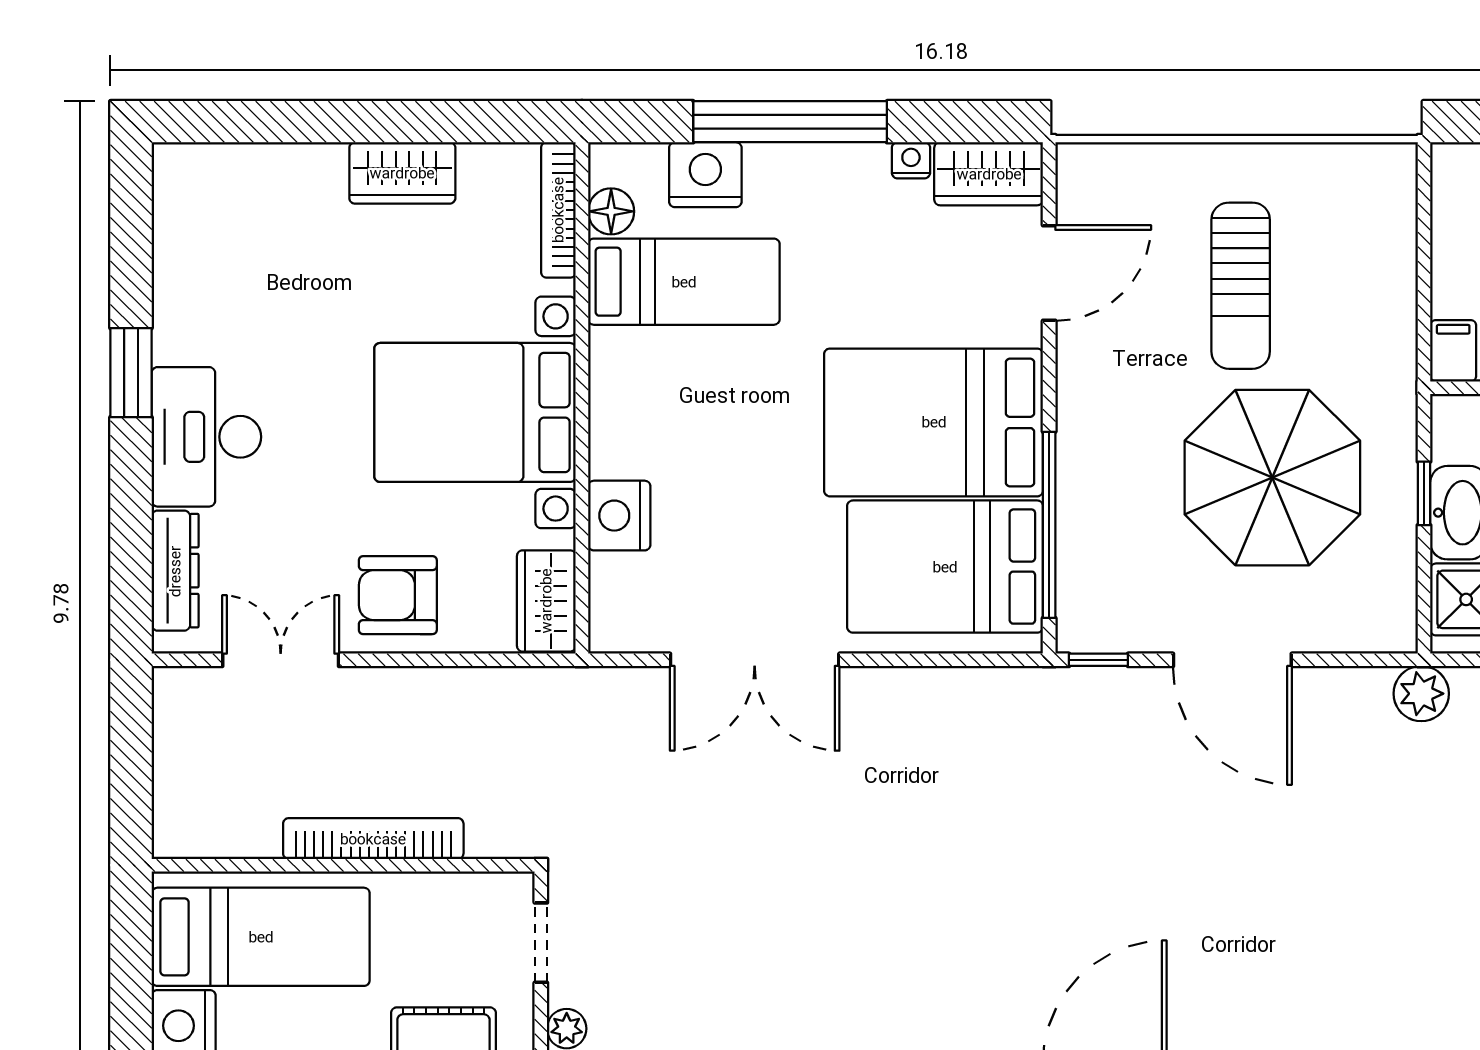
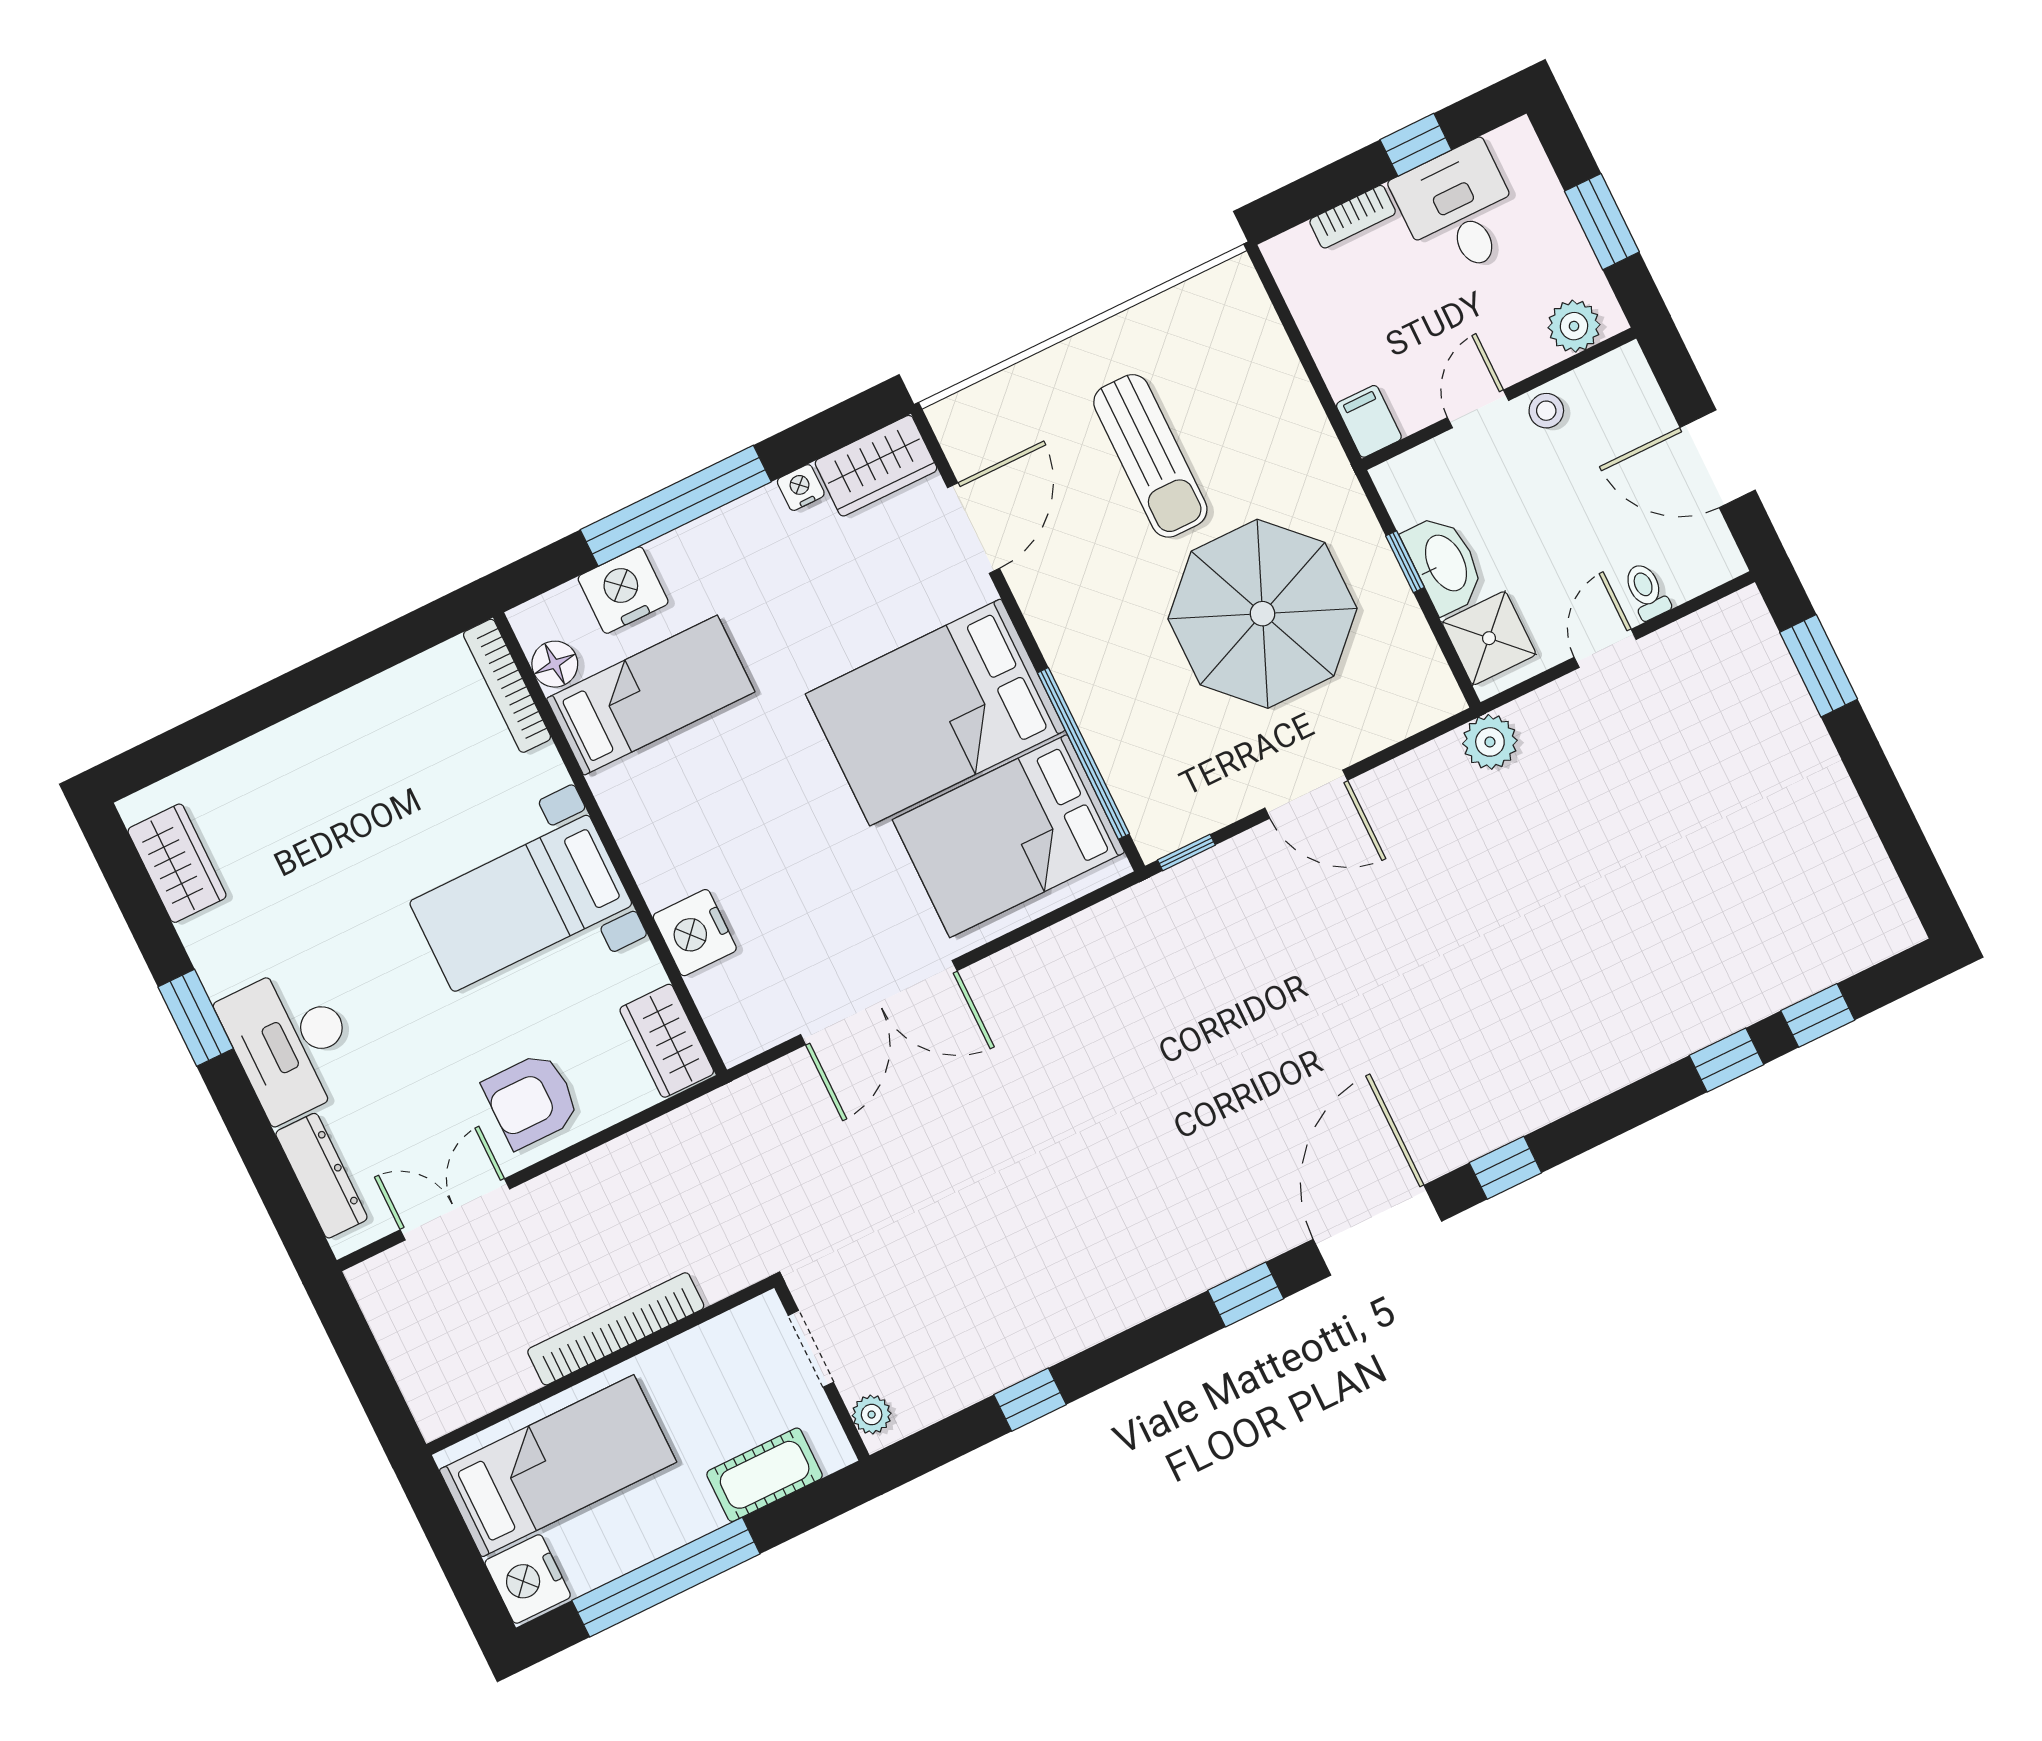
wardrobe: (402, 173) -> (177, 863), moved, turned -90
bed with nightstands: (475, 412) -> (521, 903), width x0.73
door: (1232, 660) -> (1306, 794), width x0.73

